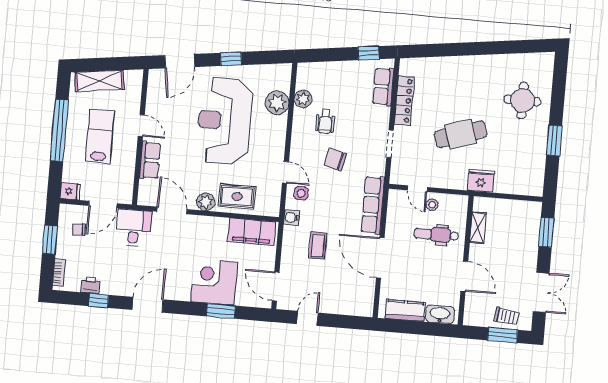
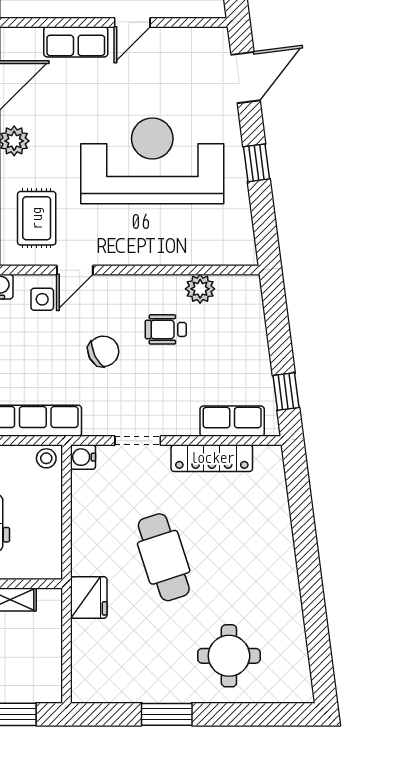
door: (180, 61) -> (246, 78), swing flipped
plant: (277, 103) -> (190, 246), removed
chair: (335, 160) -> (103, 351), turned 50
water cooler: (397, 177) -> (83, 457), added
door: (417, 189) -> (67, 493), removed
rug: (237, 196) -> (37, 218), moved
stool: (432, 205) -> (46, 458), moved

